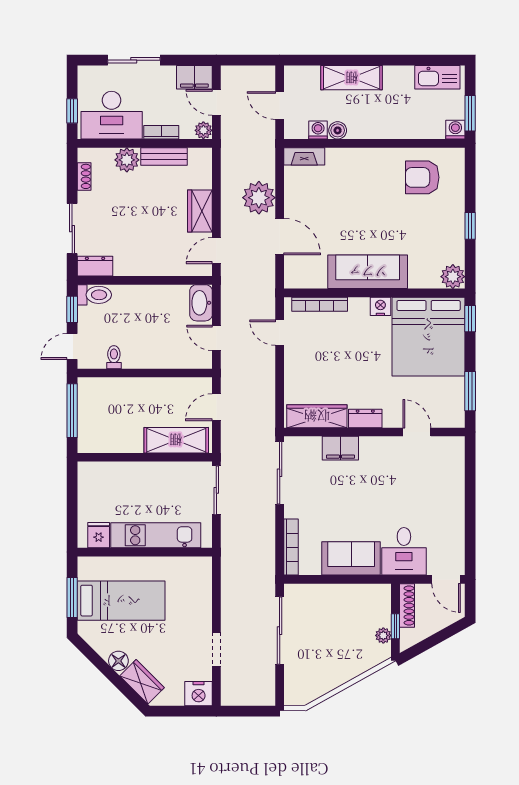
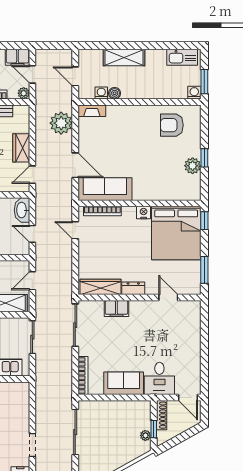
plant: (259, 198) -> (61, 123), moved
sofa: (368, 272) -> (105, 189), moved
plant: (453, 277) -> (193, 166), moved

